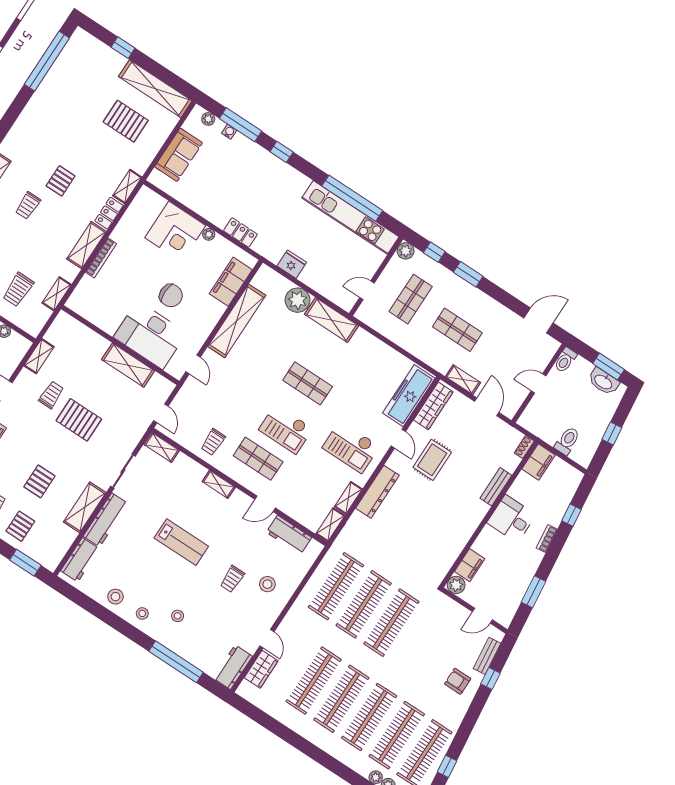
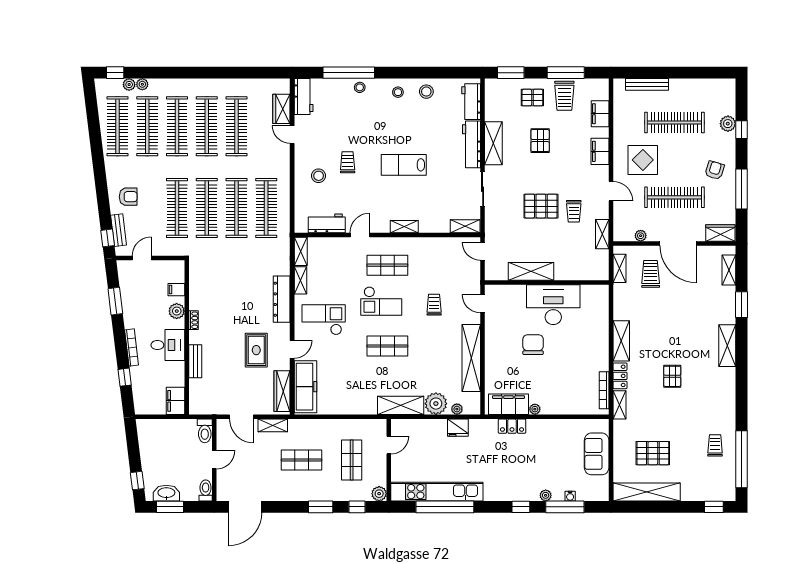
window: (123, 48) -> (714, 507), moved
plant: (208, 119) -> (546, 495), moved
trolley: (28, 206) -> (715, 445), moved
corner desk: (175, 232) -> (561, 395), removed
bookcase: (101, 258) -> (604, 390), moved
filing cabinet: (231, 282) -> (508, 404), moved, turned -90
plant: (281, 282) -> (457, 409), added
shelving: (57, 294) -> (620, 268), moved
chair: (171, 296) -> (533, 345), turned 90
door: (538, 321) -> (245, 507), width x1.36
desk: (150, 335) -> (553, 305), moved
checkout: (286, 429) -> (381, 301), turned 180
window: (612, 433) -> (137, 481), moved
door: (398, 439) -> (292, 349), swing flipped
toilet: (567, 441) -> (205, 431), moved
trolley: (213, 442) -> (434, 305), moved
shoe rack: (524, 447) -> (194, 320), moved
pallet: (20, 526) -> (532, 98), turned 90
bookcase: (547, 539) -> (132, 347), width x1.56
filing cabinet: (470, 565) -> (176, 290), width x0.50
plant: (456, 585) -> (177, 311), moved
stool: (178, 616) -> (360, 87), moved
clothes rail: (419, 641) -> (177, 208), added
window: (491, 678) -> (108, 238), moved
window: (447, 766) -> (94, 128), removed

